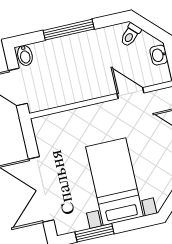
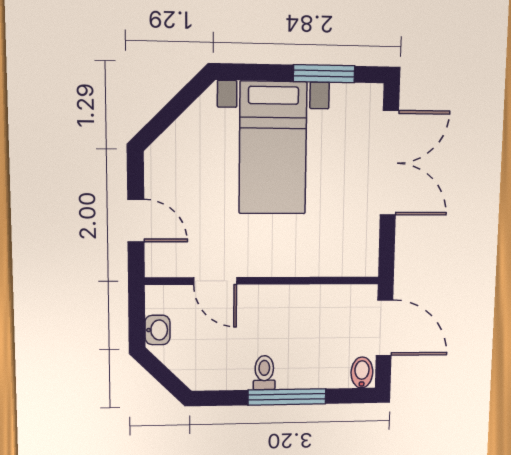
toilet: (130, 35) -> (264, 373), moved, turned -45

